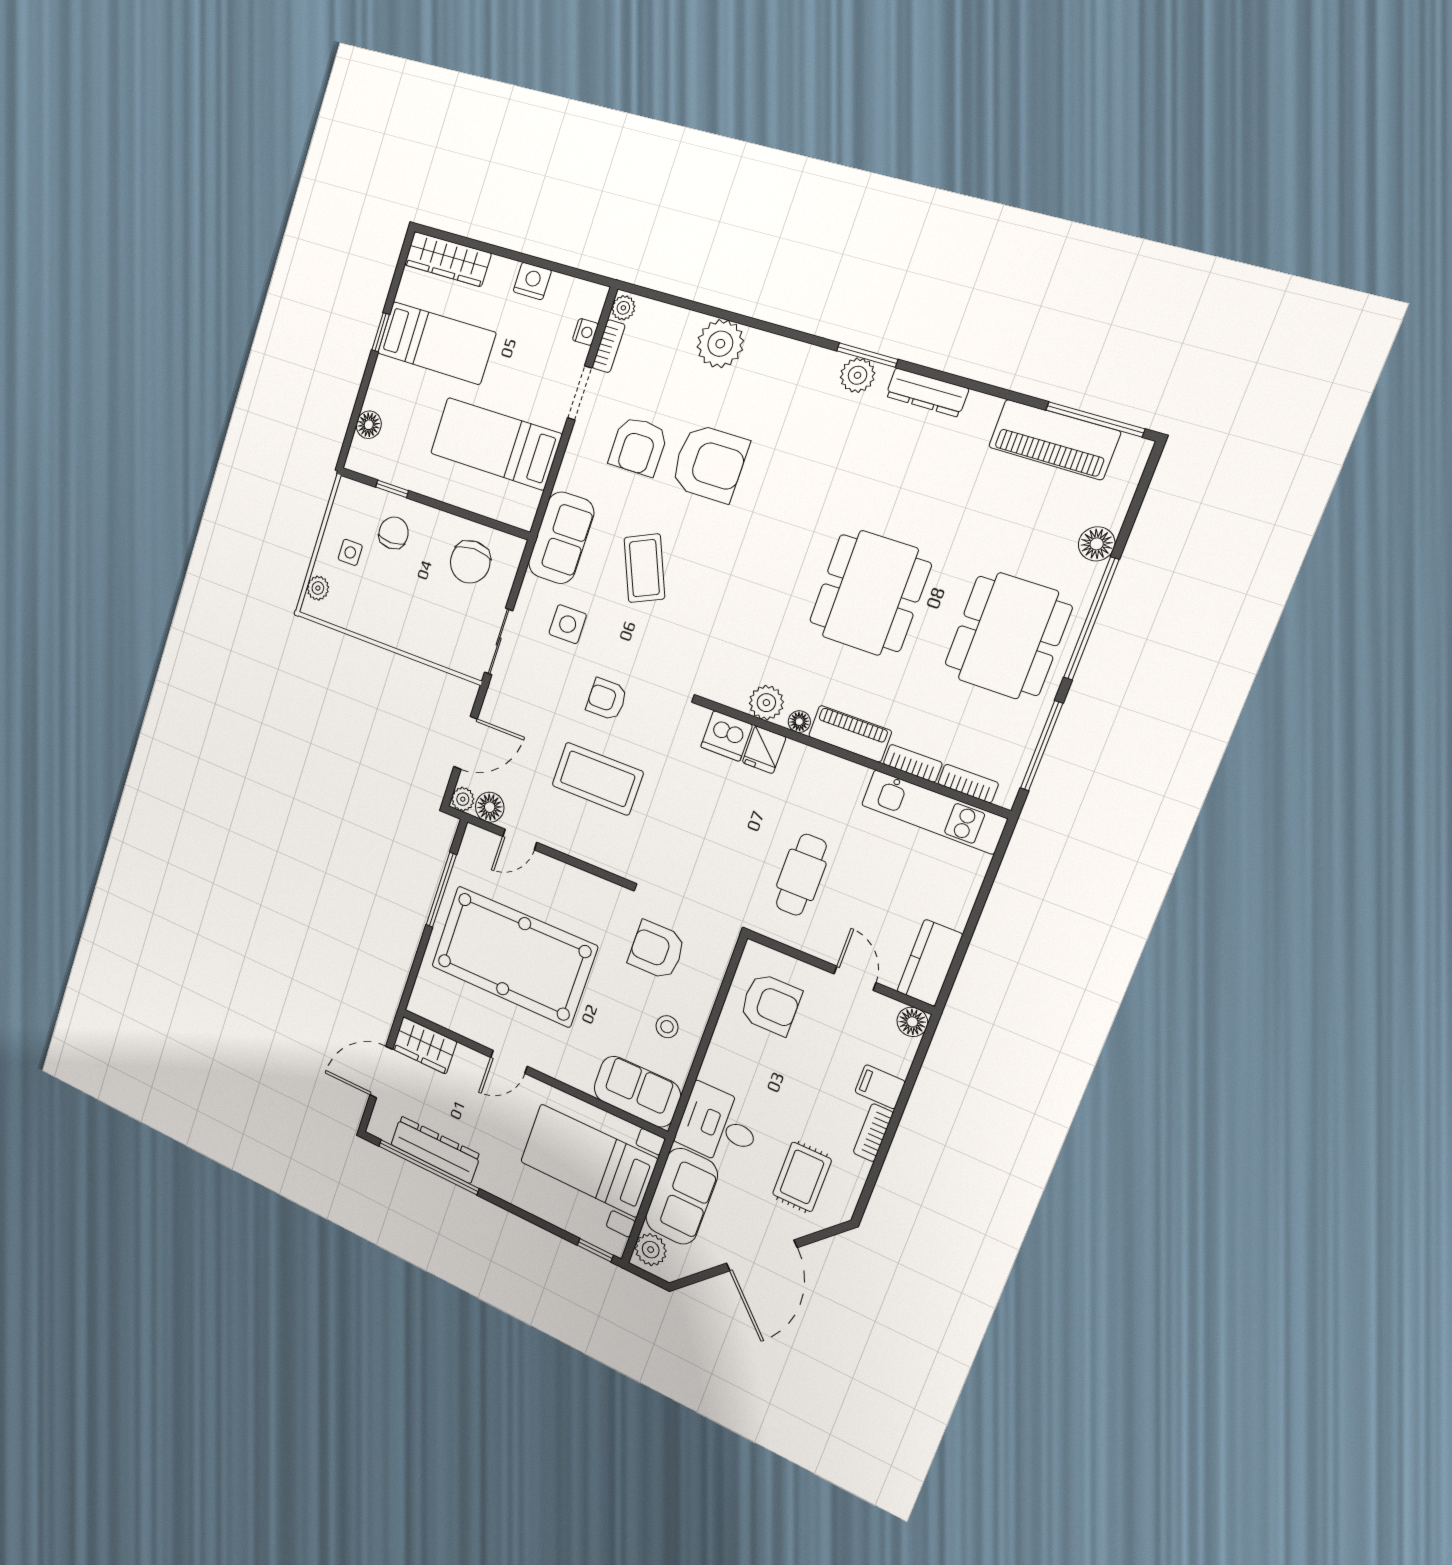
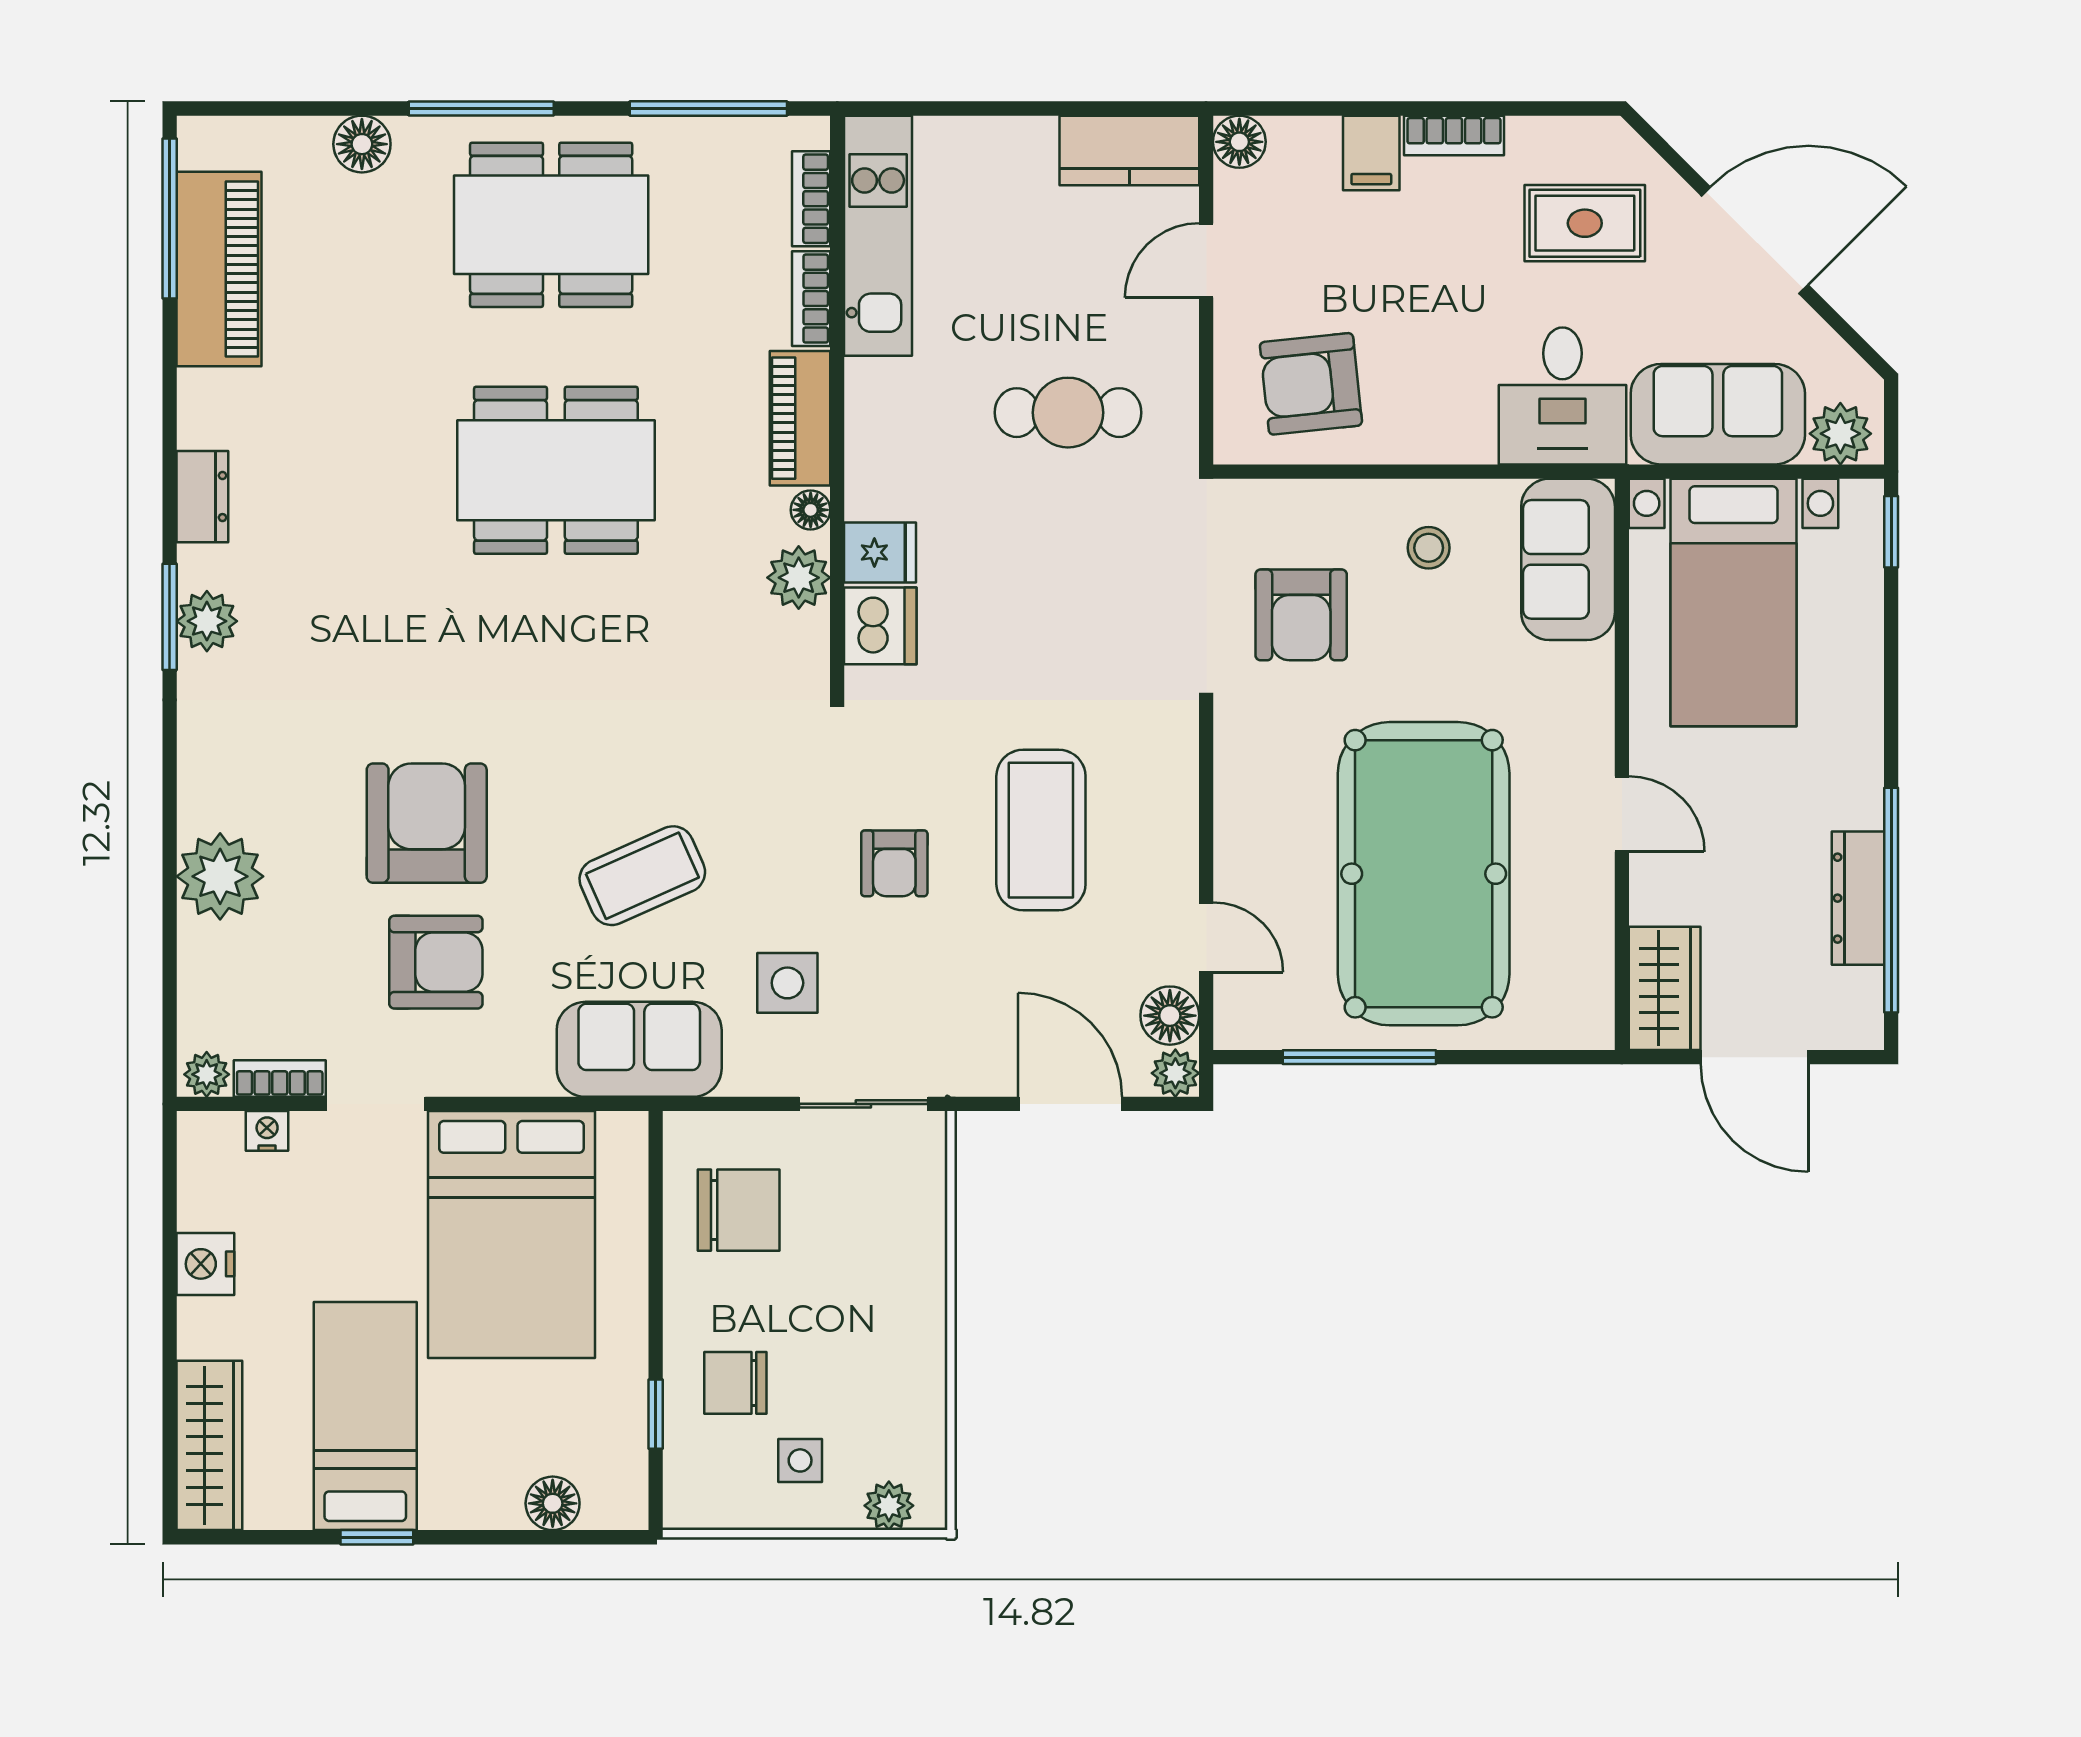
dresser: (927, 392) -> (202, 497), width x0.70
bed: (496, 444) -> (511, 1235), width x1.50
window: (1091, 619) -> (481, 109), width x0.68
armchair: (770, 1004) -> (1311, 384), turned -96
dresser: (435, 1150) -> (1858, 898), width x0.73, depth x0.80

